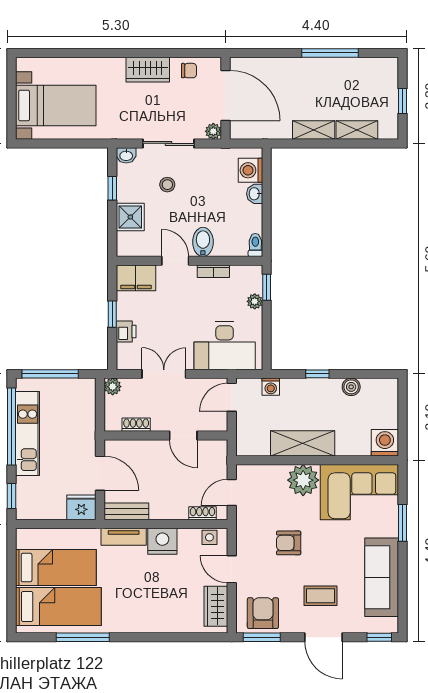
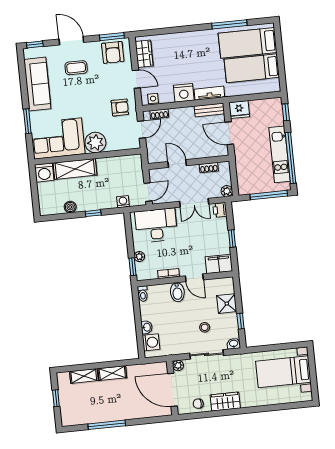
printer: (126, 331) -> (220, 210), moved
shelving: (303, 443) -> (75, 169), moved
armchair: (289, 543) -> (120, 107), moved

